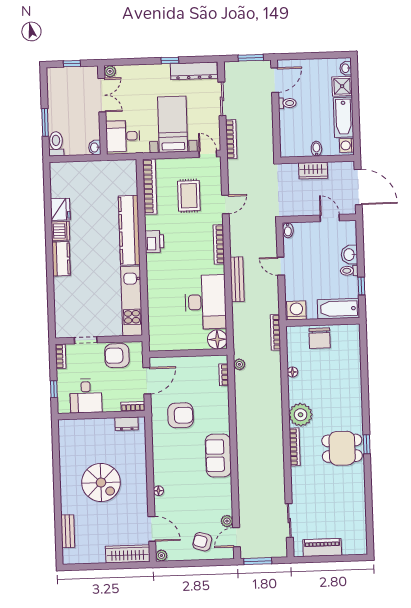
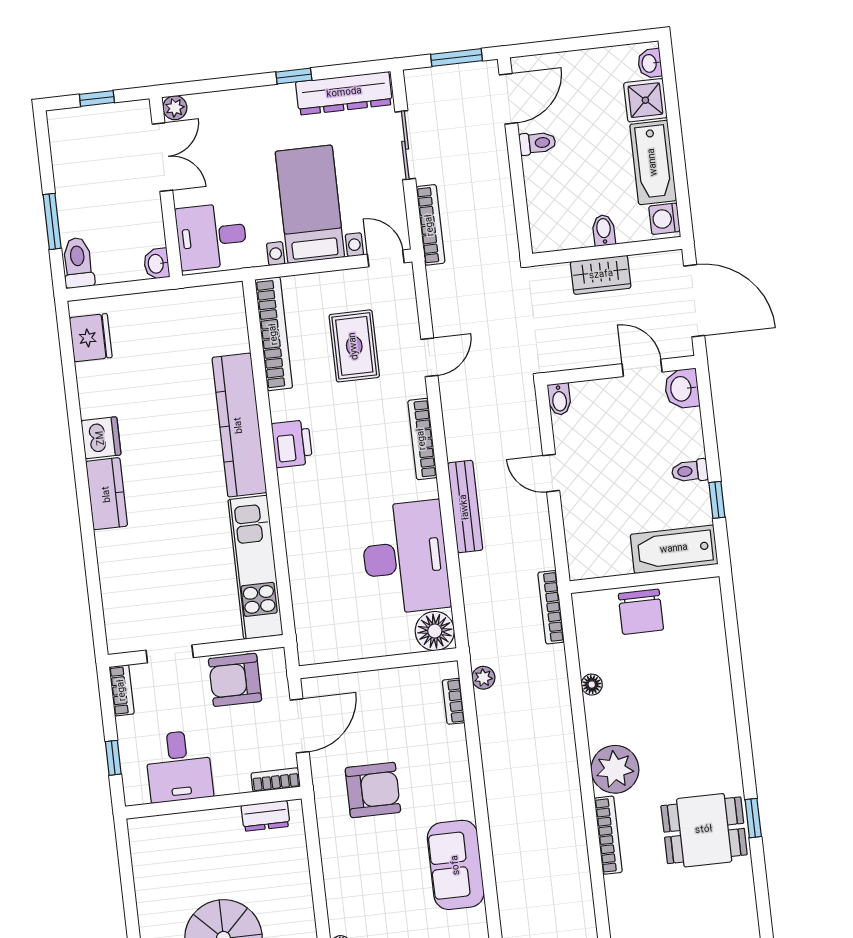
fridge: (60, 209) -> (91, 338), moved
washbasin: (349, 255) -> (682, 389), moved
washing machine: (296, 310) -> (590, 560), removed

